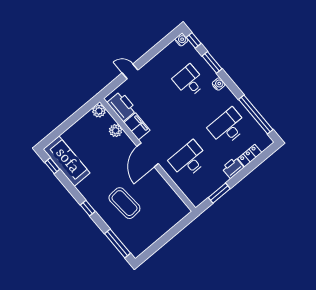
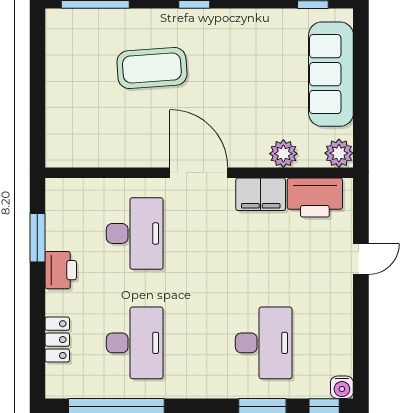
desk: (189, 81) -> (264, 343), width x1.37
water cooler: (219, 84) -> (218, 387), removed
sofa: (67, 161) -> (331, 74), moved, turned 90
printer: (233, 168) -> (61, 270), moved

